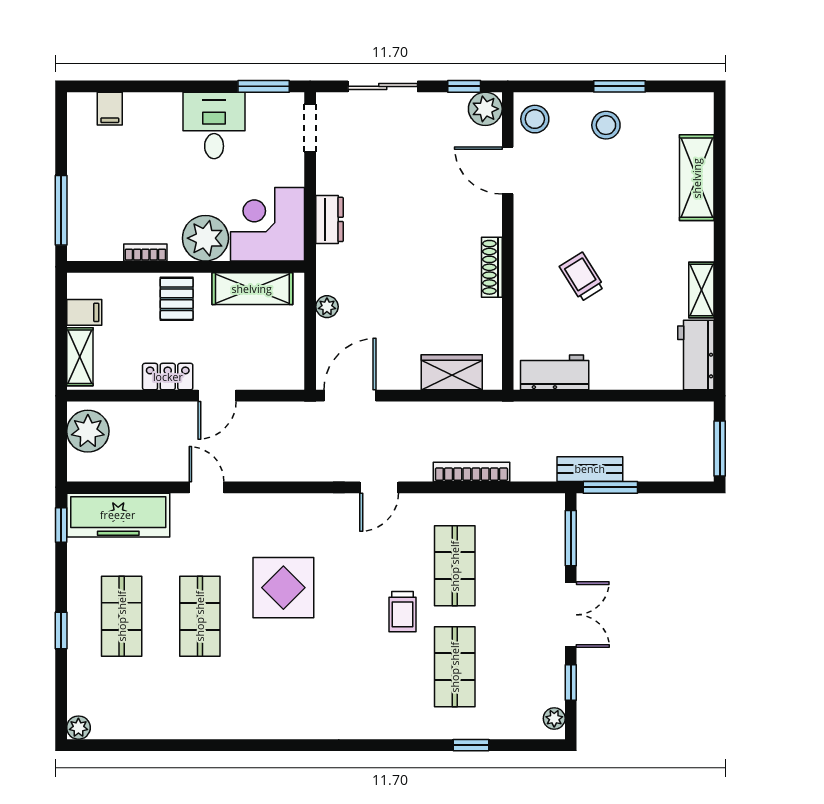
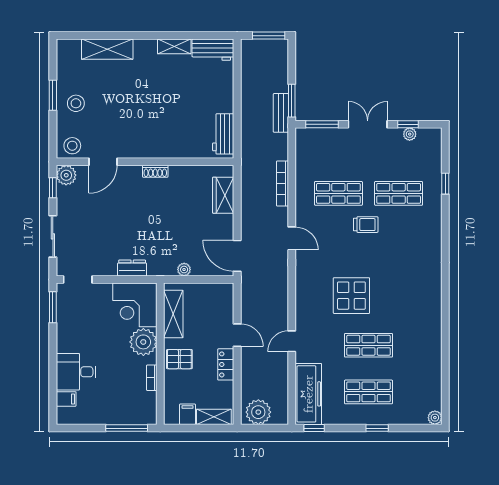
desk: (214, 125) -> (76, 372), moved
shoe rack: (492, 267) -> (155, 171), width x0.70
trolley: (582, 277) -> (166, 118), removed
plant: (554, 718) -> (410, 134), moved

